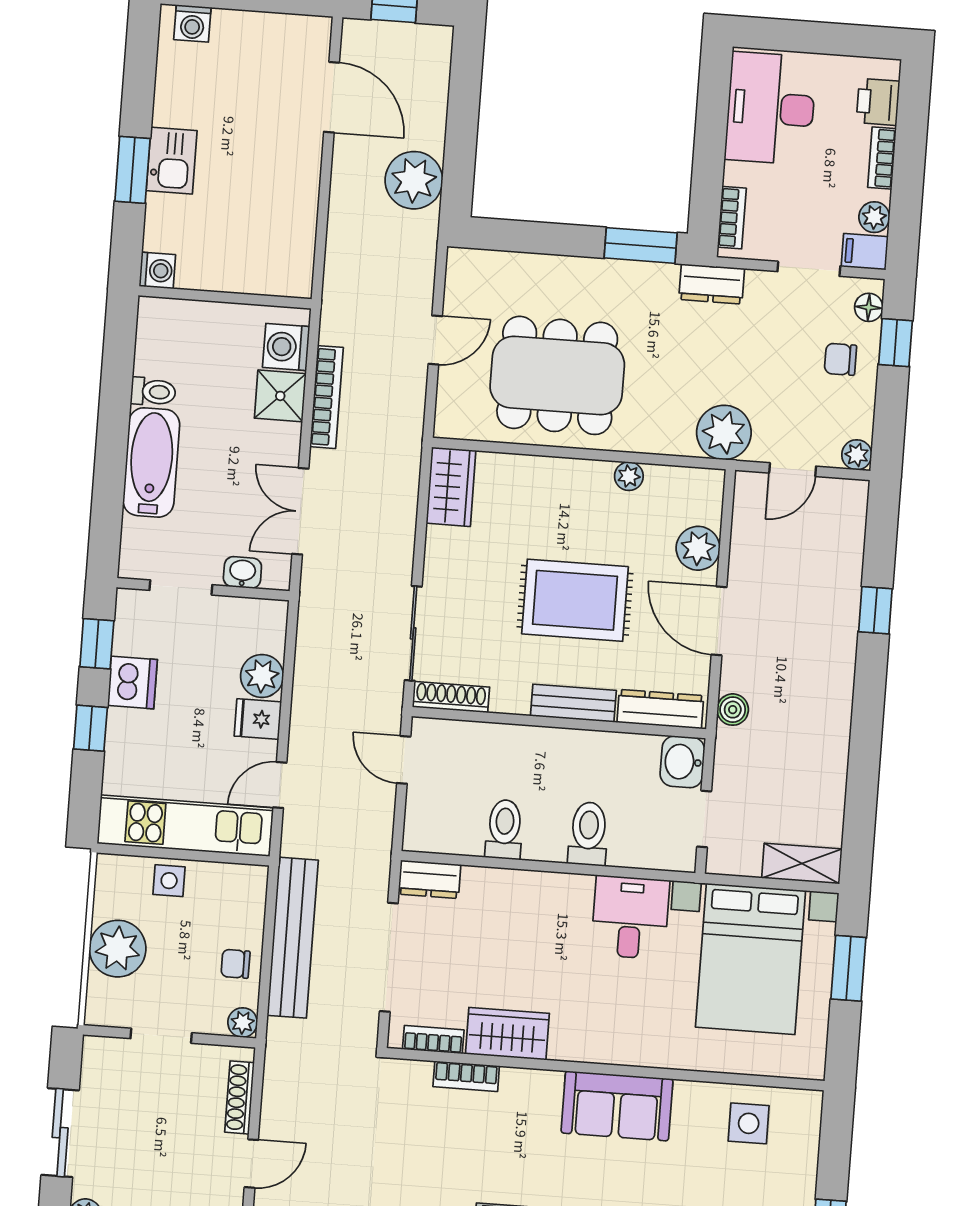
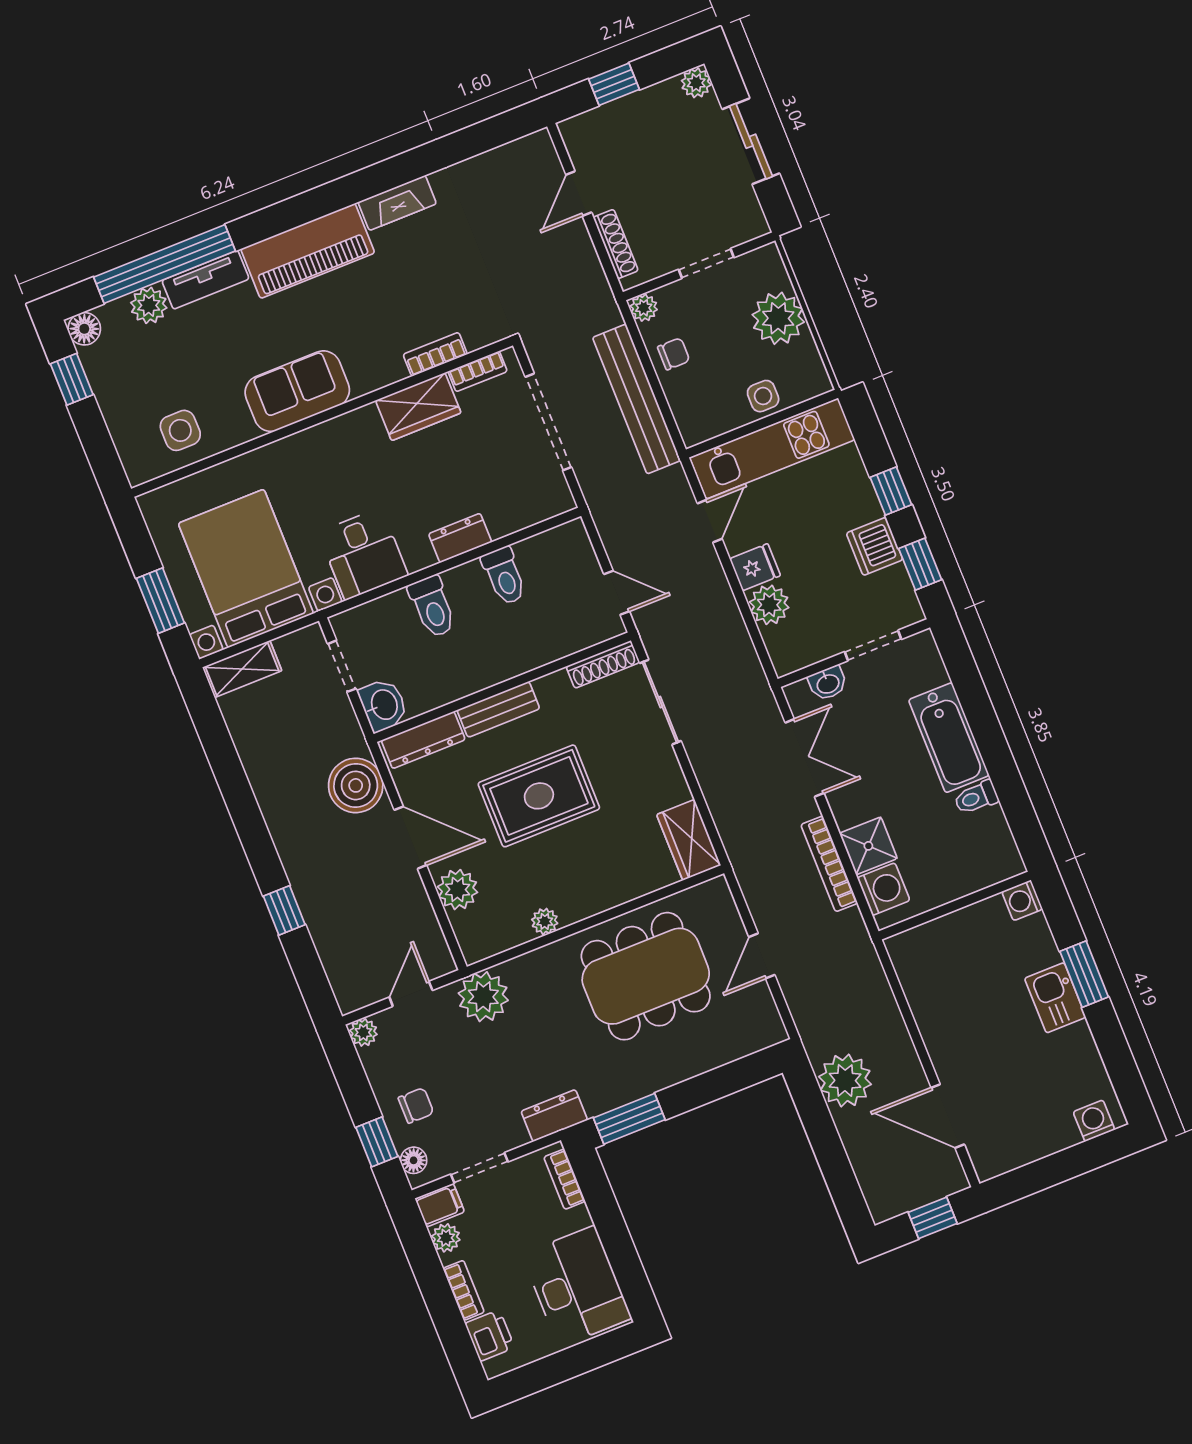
boiler: (733, 710) -> (356, 785), width x1.86, depth x1.86
dresser: (430, 879) -> (460, 538), moved

